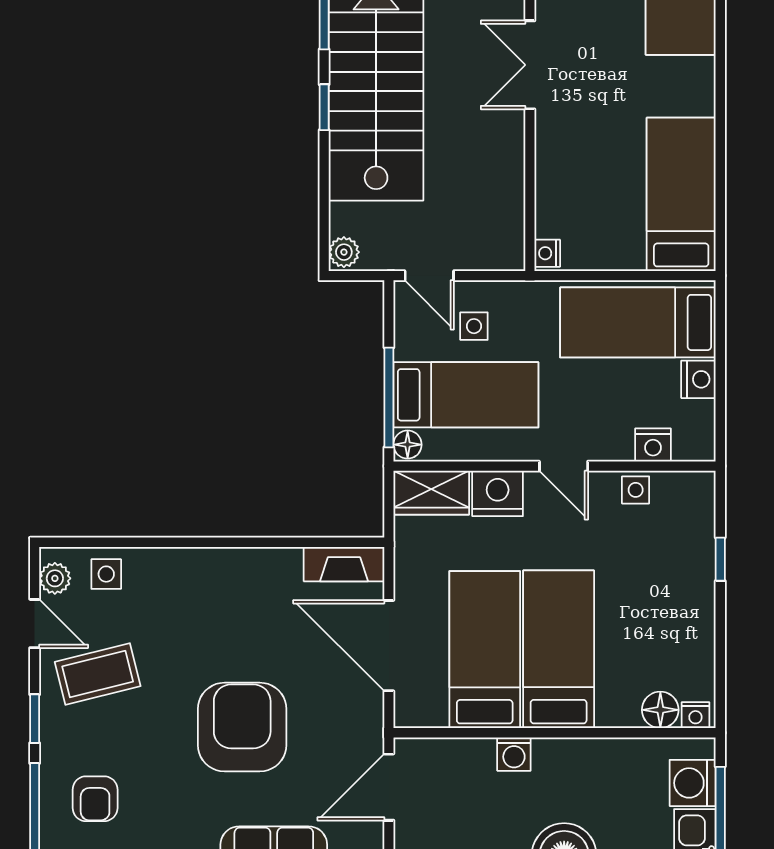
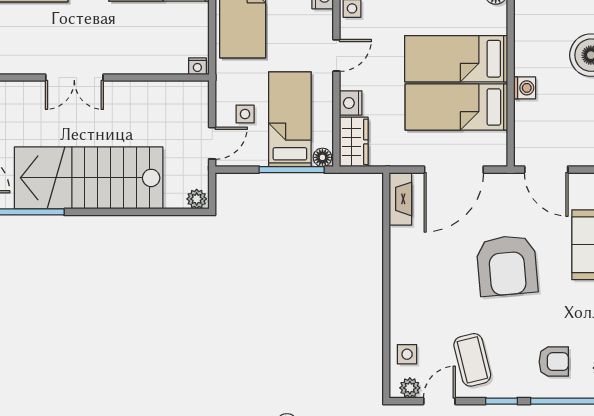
window: (324, 107) -> (102, 212), removed
nightstand: (498, 493) -> (351, 103), width x0.74, depth x0.75
armchair: (242, 727) -> (507, 265), turned -95

